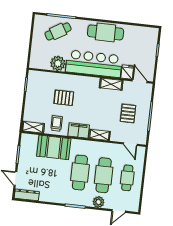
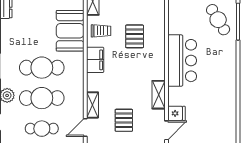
cafe table: (106, 32) -> (224, 80), removed
plant: (58, 63) -> (177, 24), removed
bar counter: (94, 64) -> (182, 61), width x0.73
pallet: (128, 113) -> (124, 120), turned 90
shelving: (99, 135) -> (92, 105), moved

